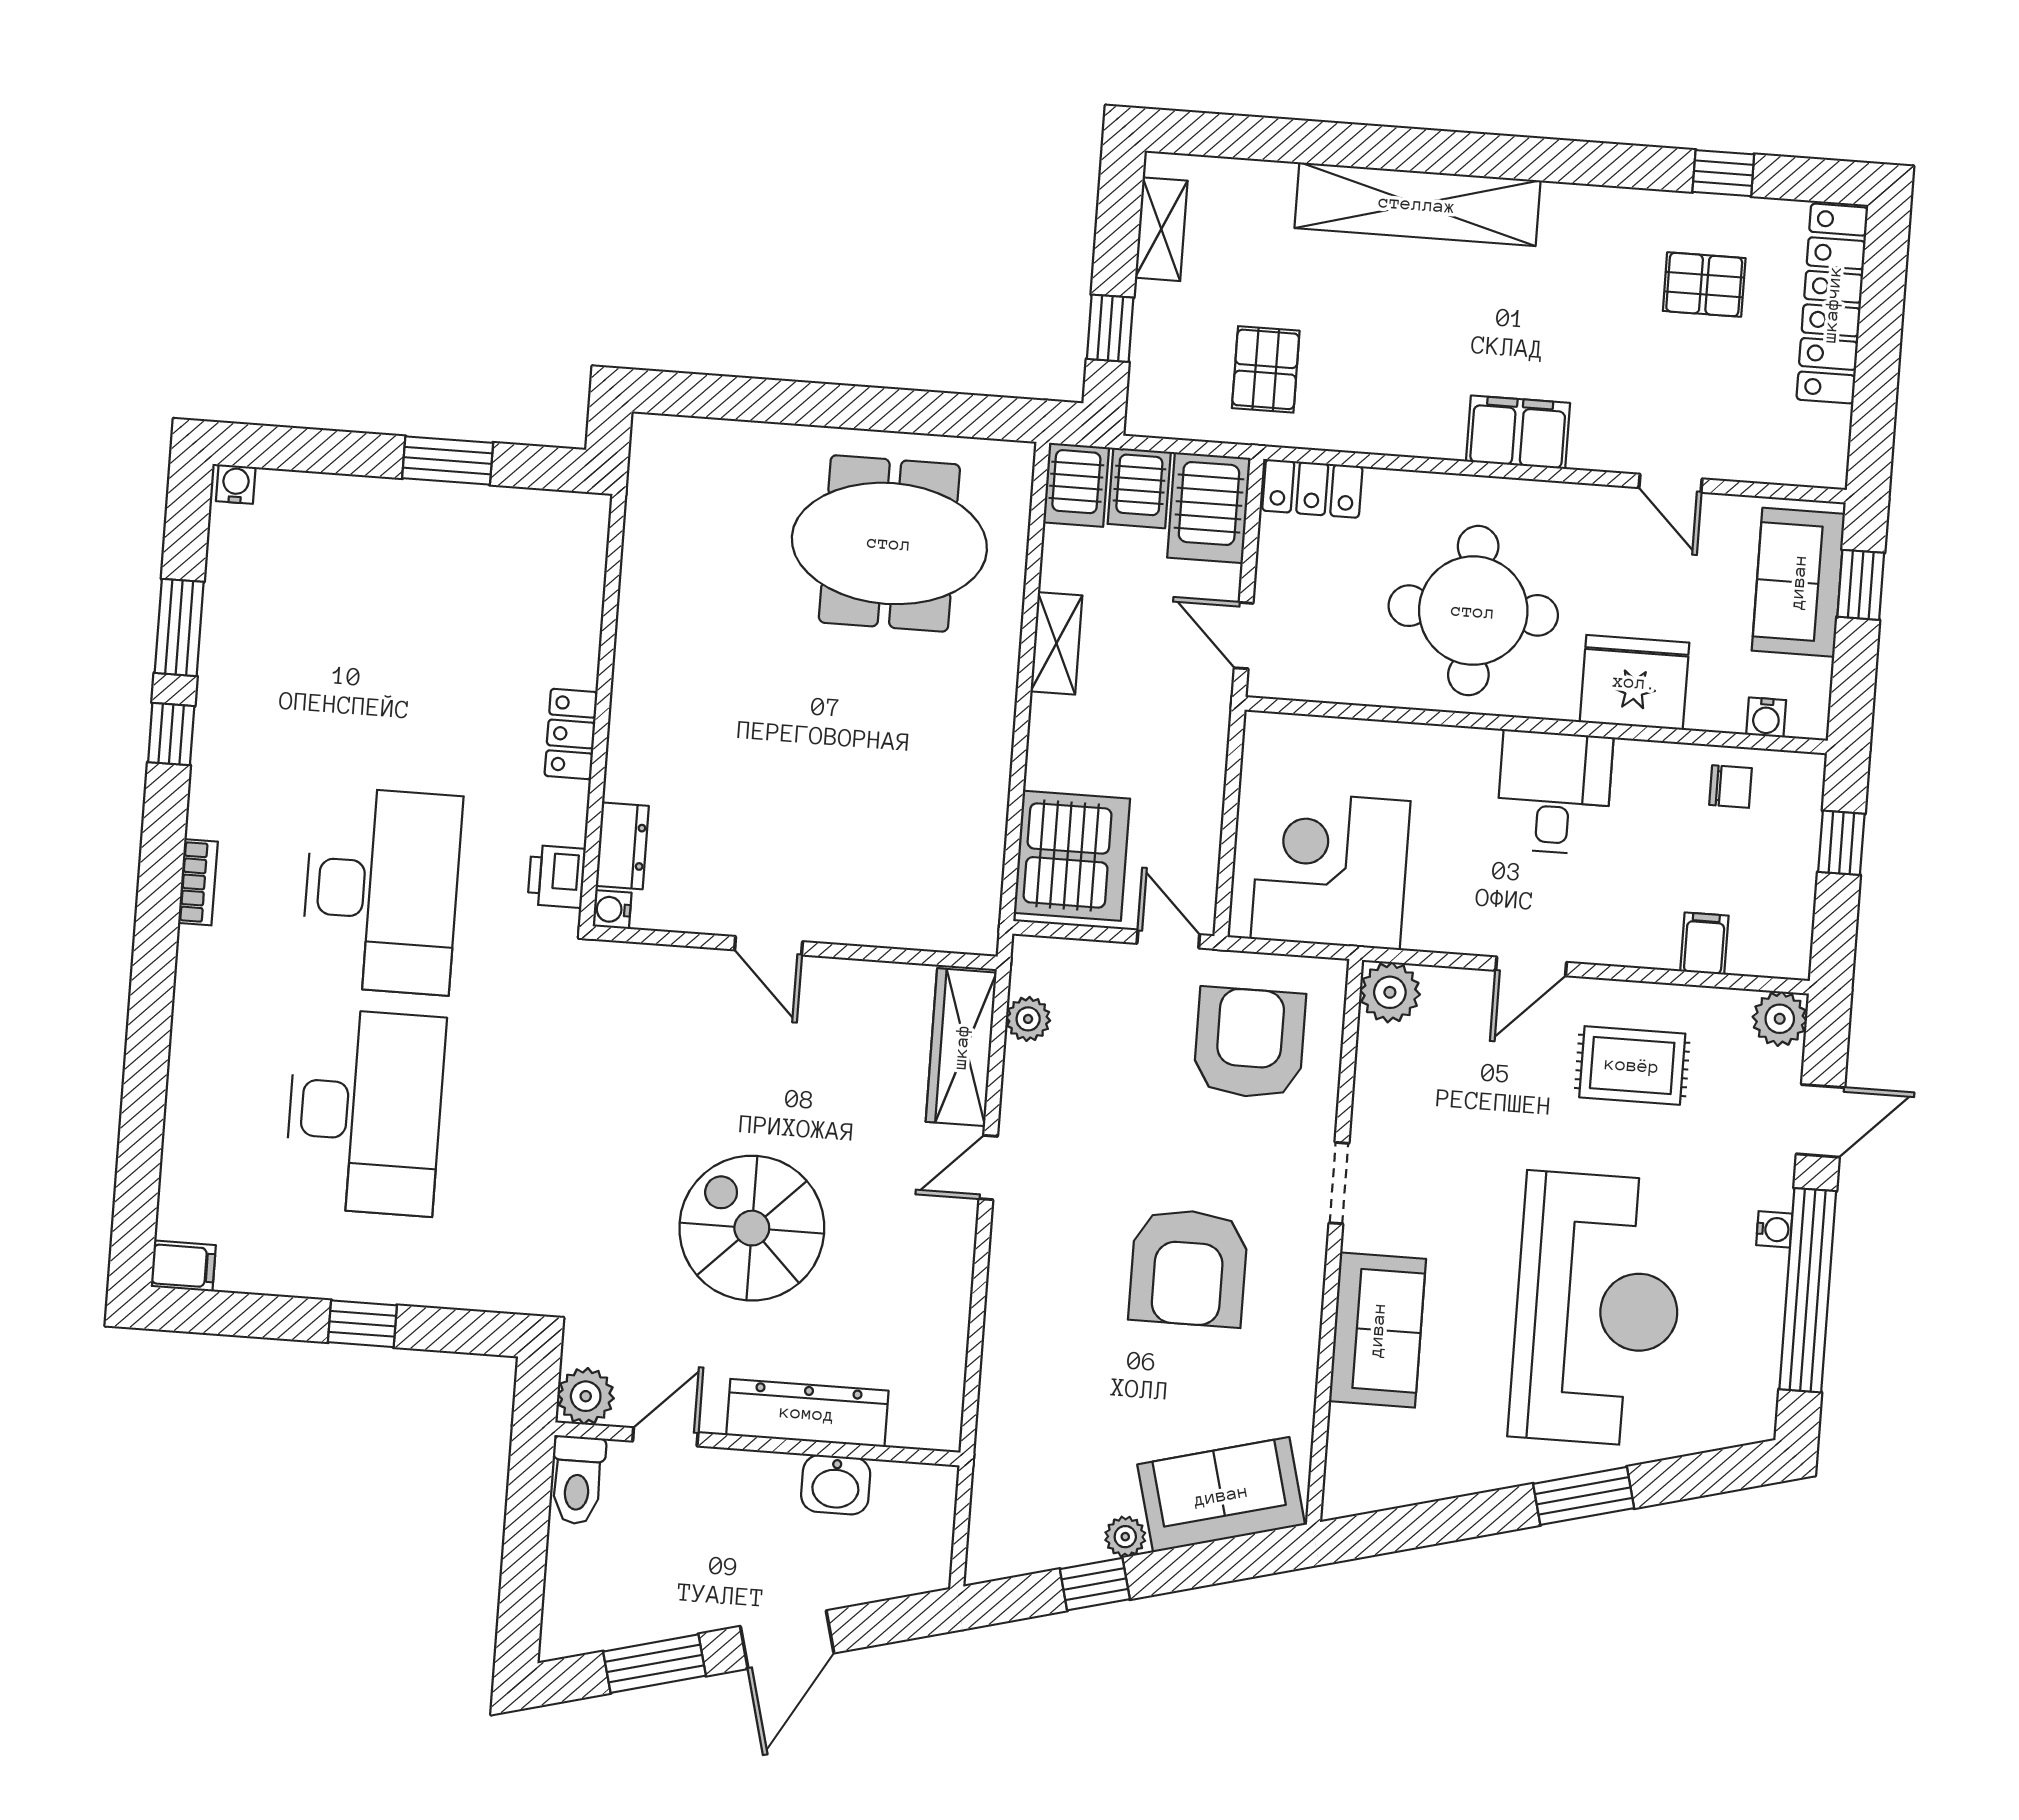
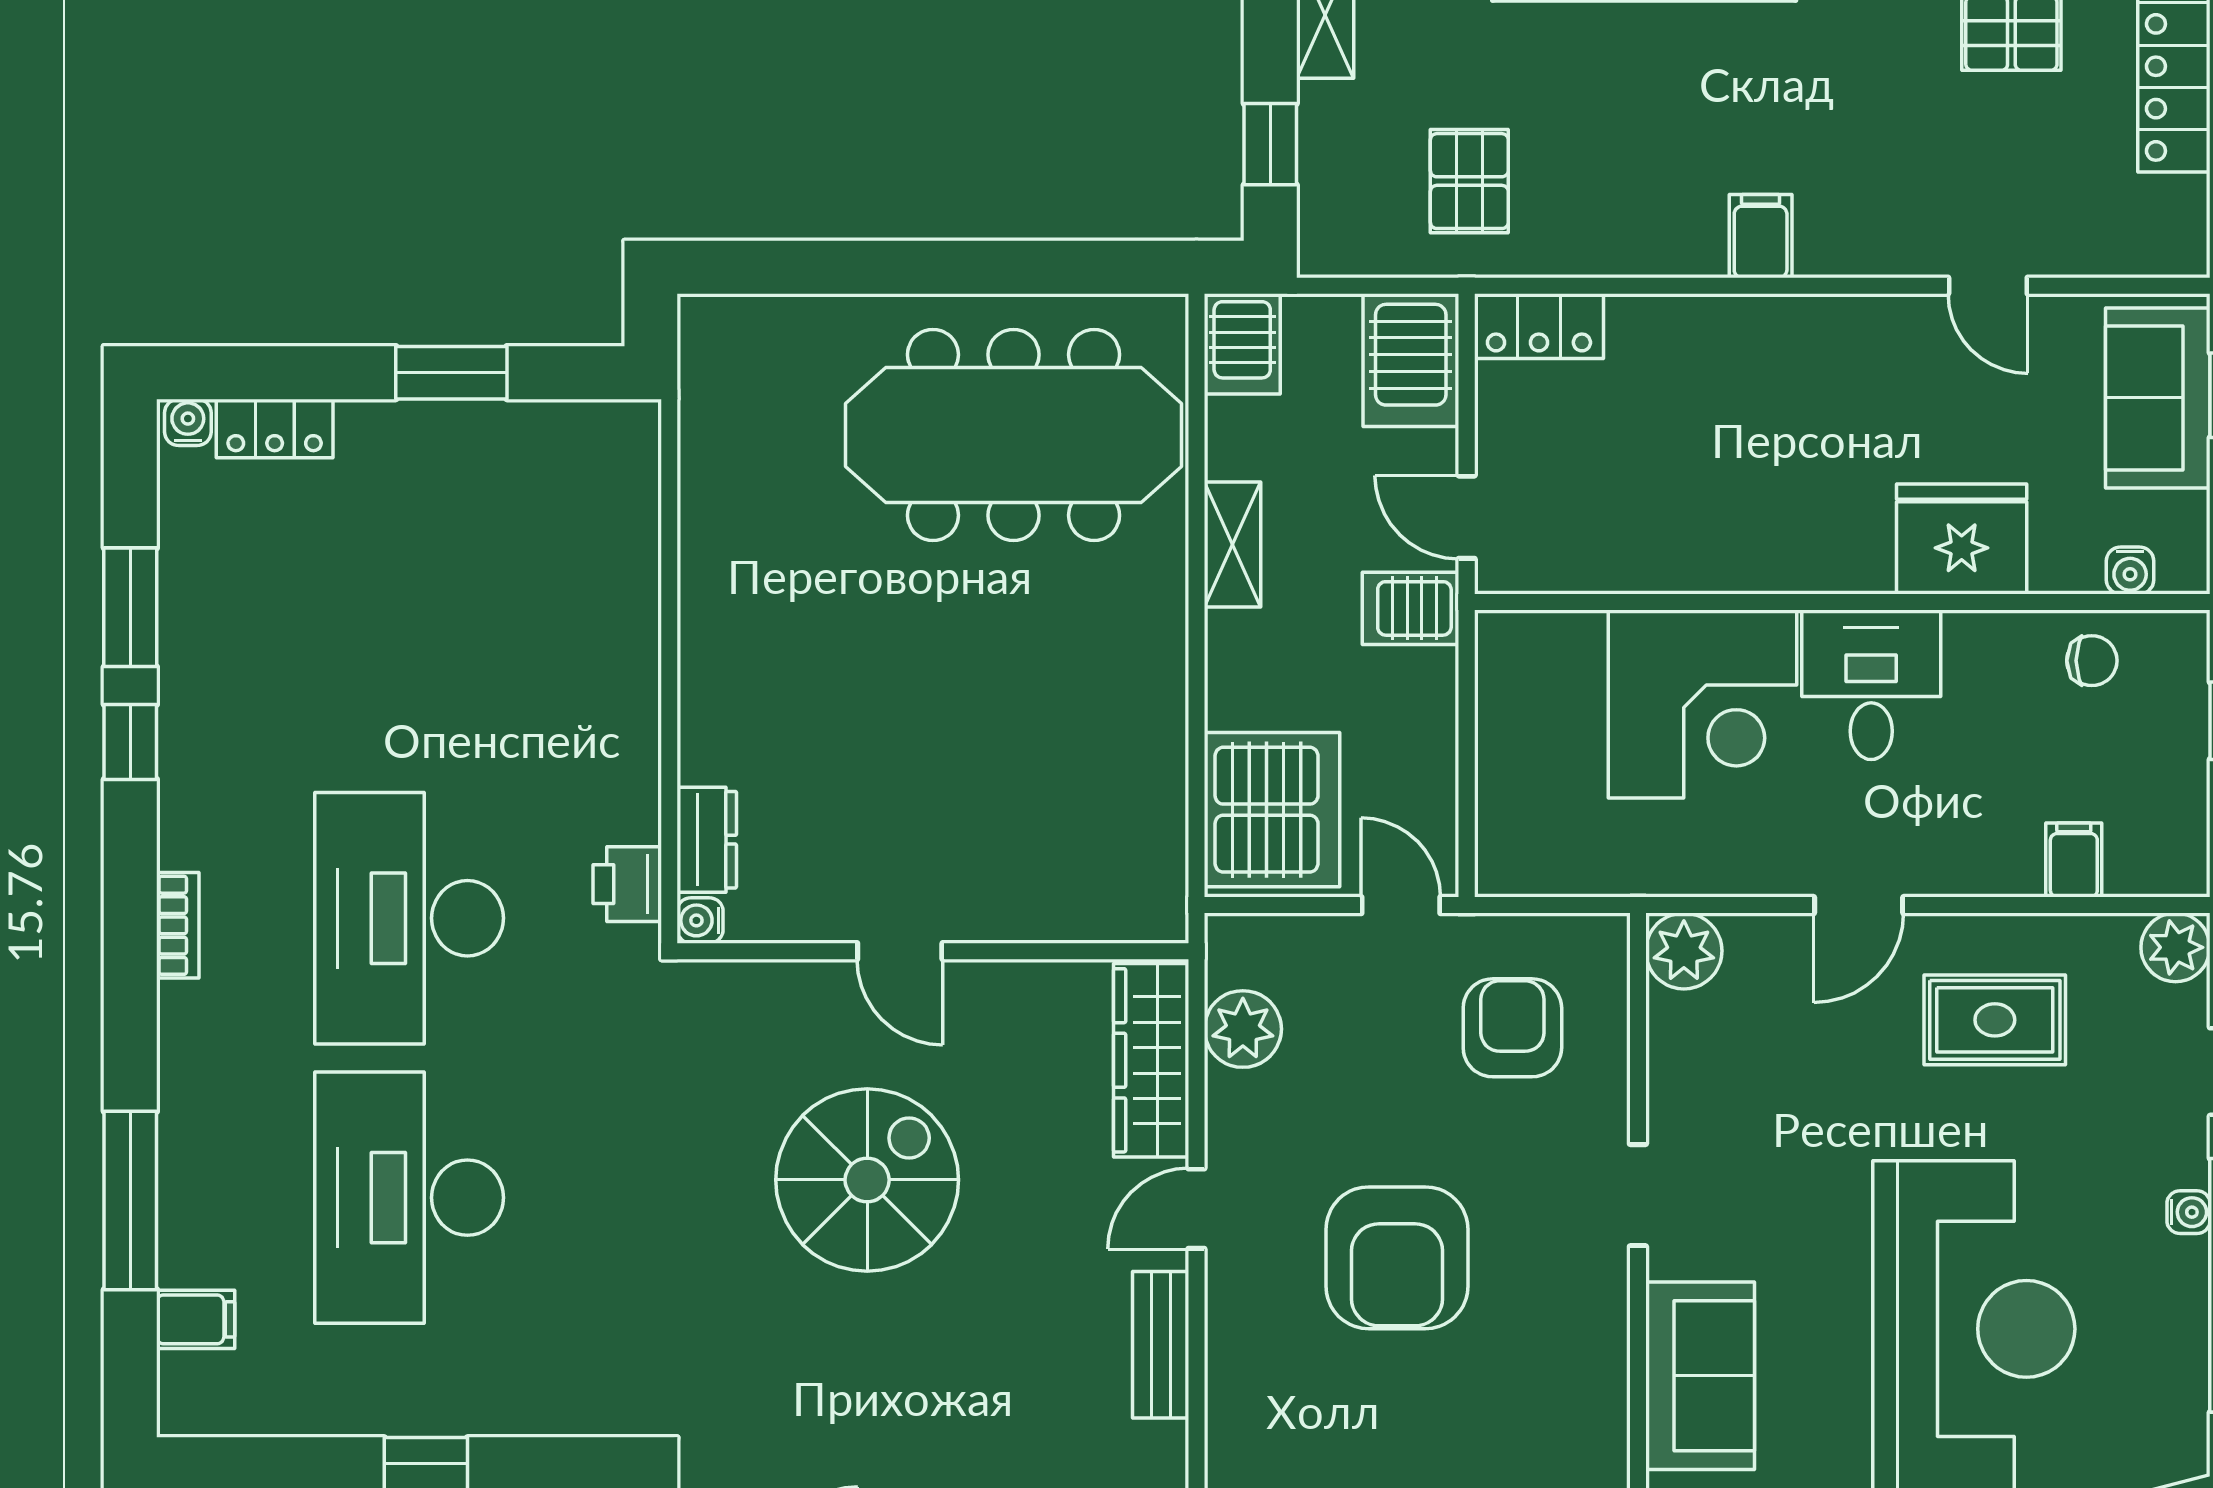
filing cabinet: (1518, 432) -> (1761, 236), width x0.50
server rack: (1139, 488) -> (1411, 608), moved, turned 90
meeting table: (889, 543) -> (1014, 435), width x1.36
round table: (1473, 611) -> (1752, 464), removed
locker: (571, 734) -> (275, 428), moved, turned -90
corner desk: (1331, 870) -> (1702, 704), moved, turned 180
desk: (382, 890) -> (409, 918), turned 180
plant: (1028, 1019) -> (1243, 1029), width x1.38, depth x1.38
armchair: (1249, 1043) -> (1512, 1028), width x0.73, depth x0.73
window: (144, 1098) -> (130, 1201), added
desk: (365, 1112) -> (409, 1198), turned 180
spiral stairs: (752, 1228) -> (867, 1180), moved, turned 90
filing cabinet: (183, 1266) -> (196, 1319), moved
armchair: (1188, 1268) -> (1397, 1258), moved
bench: (952, 1273) -> (1161, 1345), added

